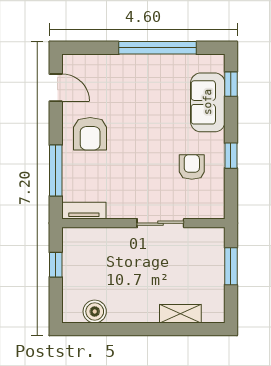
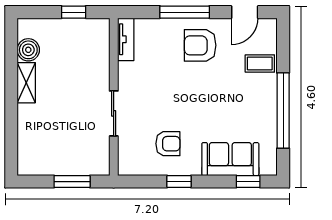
coffee table: (109, 72) -> (260, 63), added
window: (56, 170) -> (185, 12), moved
shelving: (180, 314) -> (26, 83), moved

